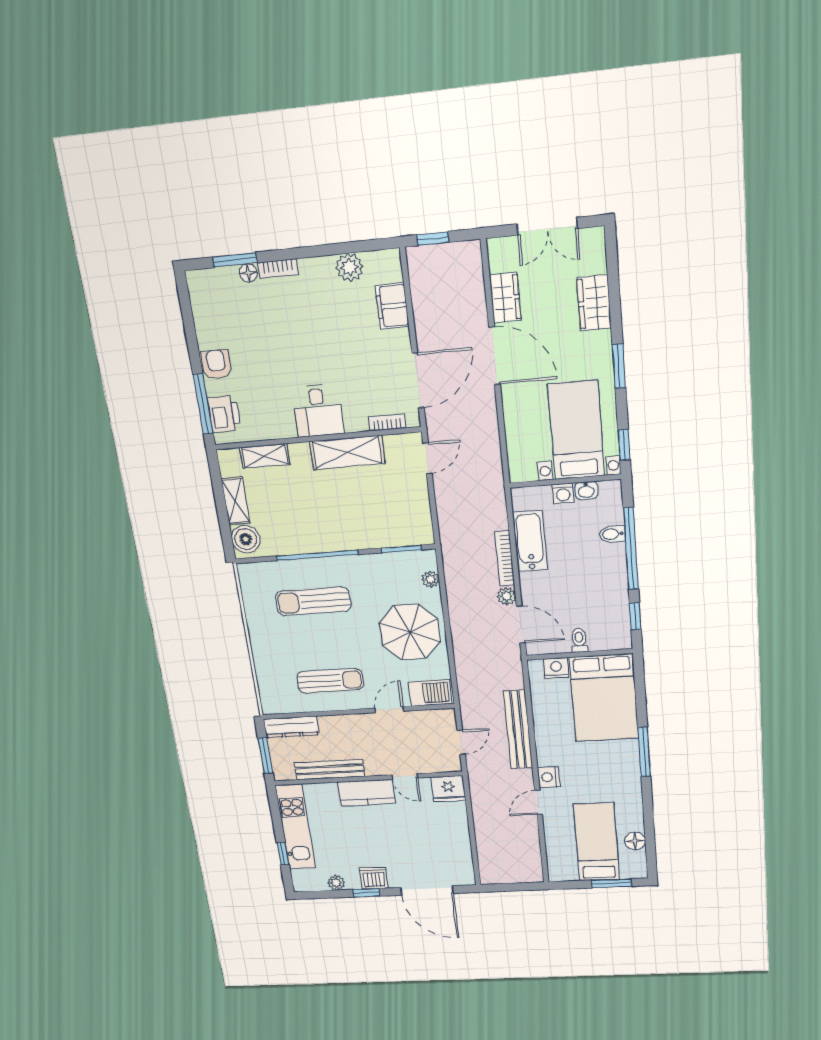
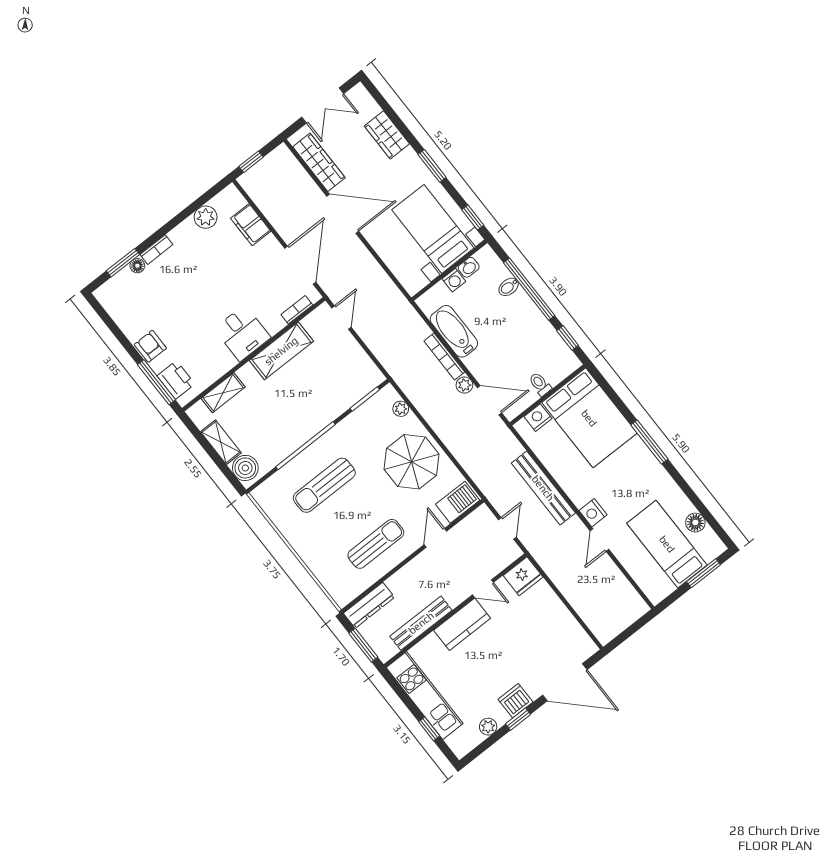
wardrobe: (505, 298) -> (319, 162), width x1.50

